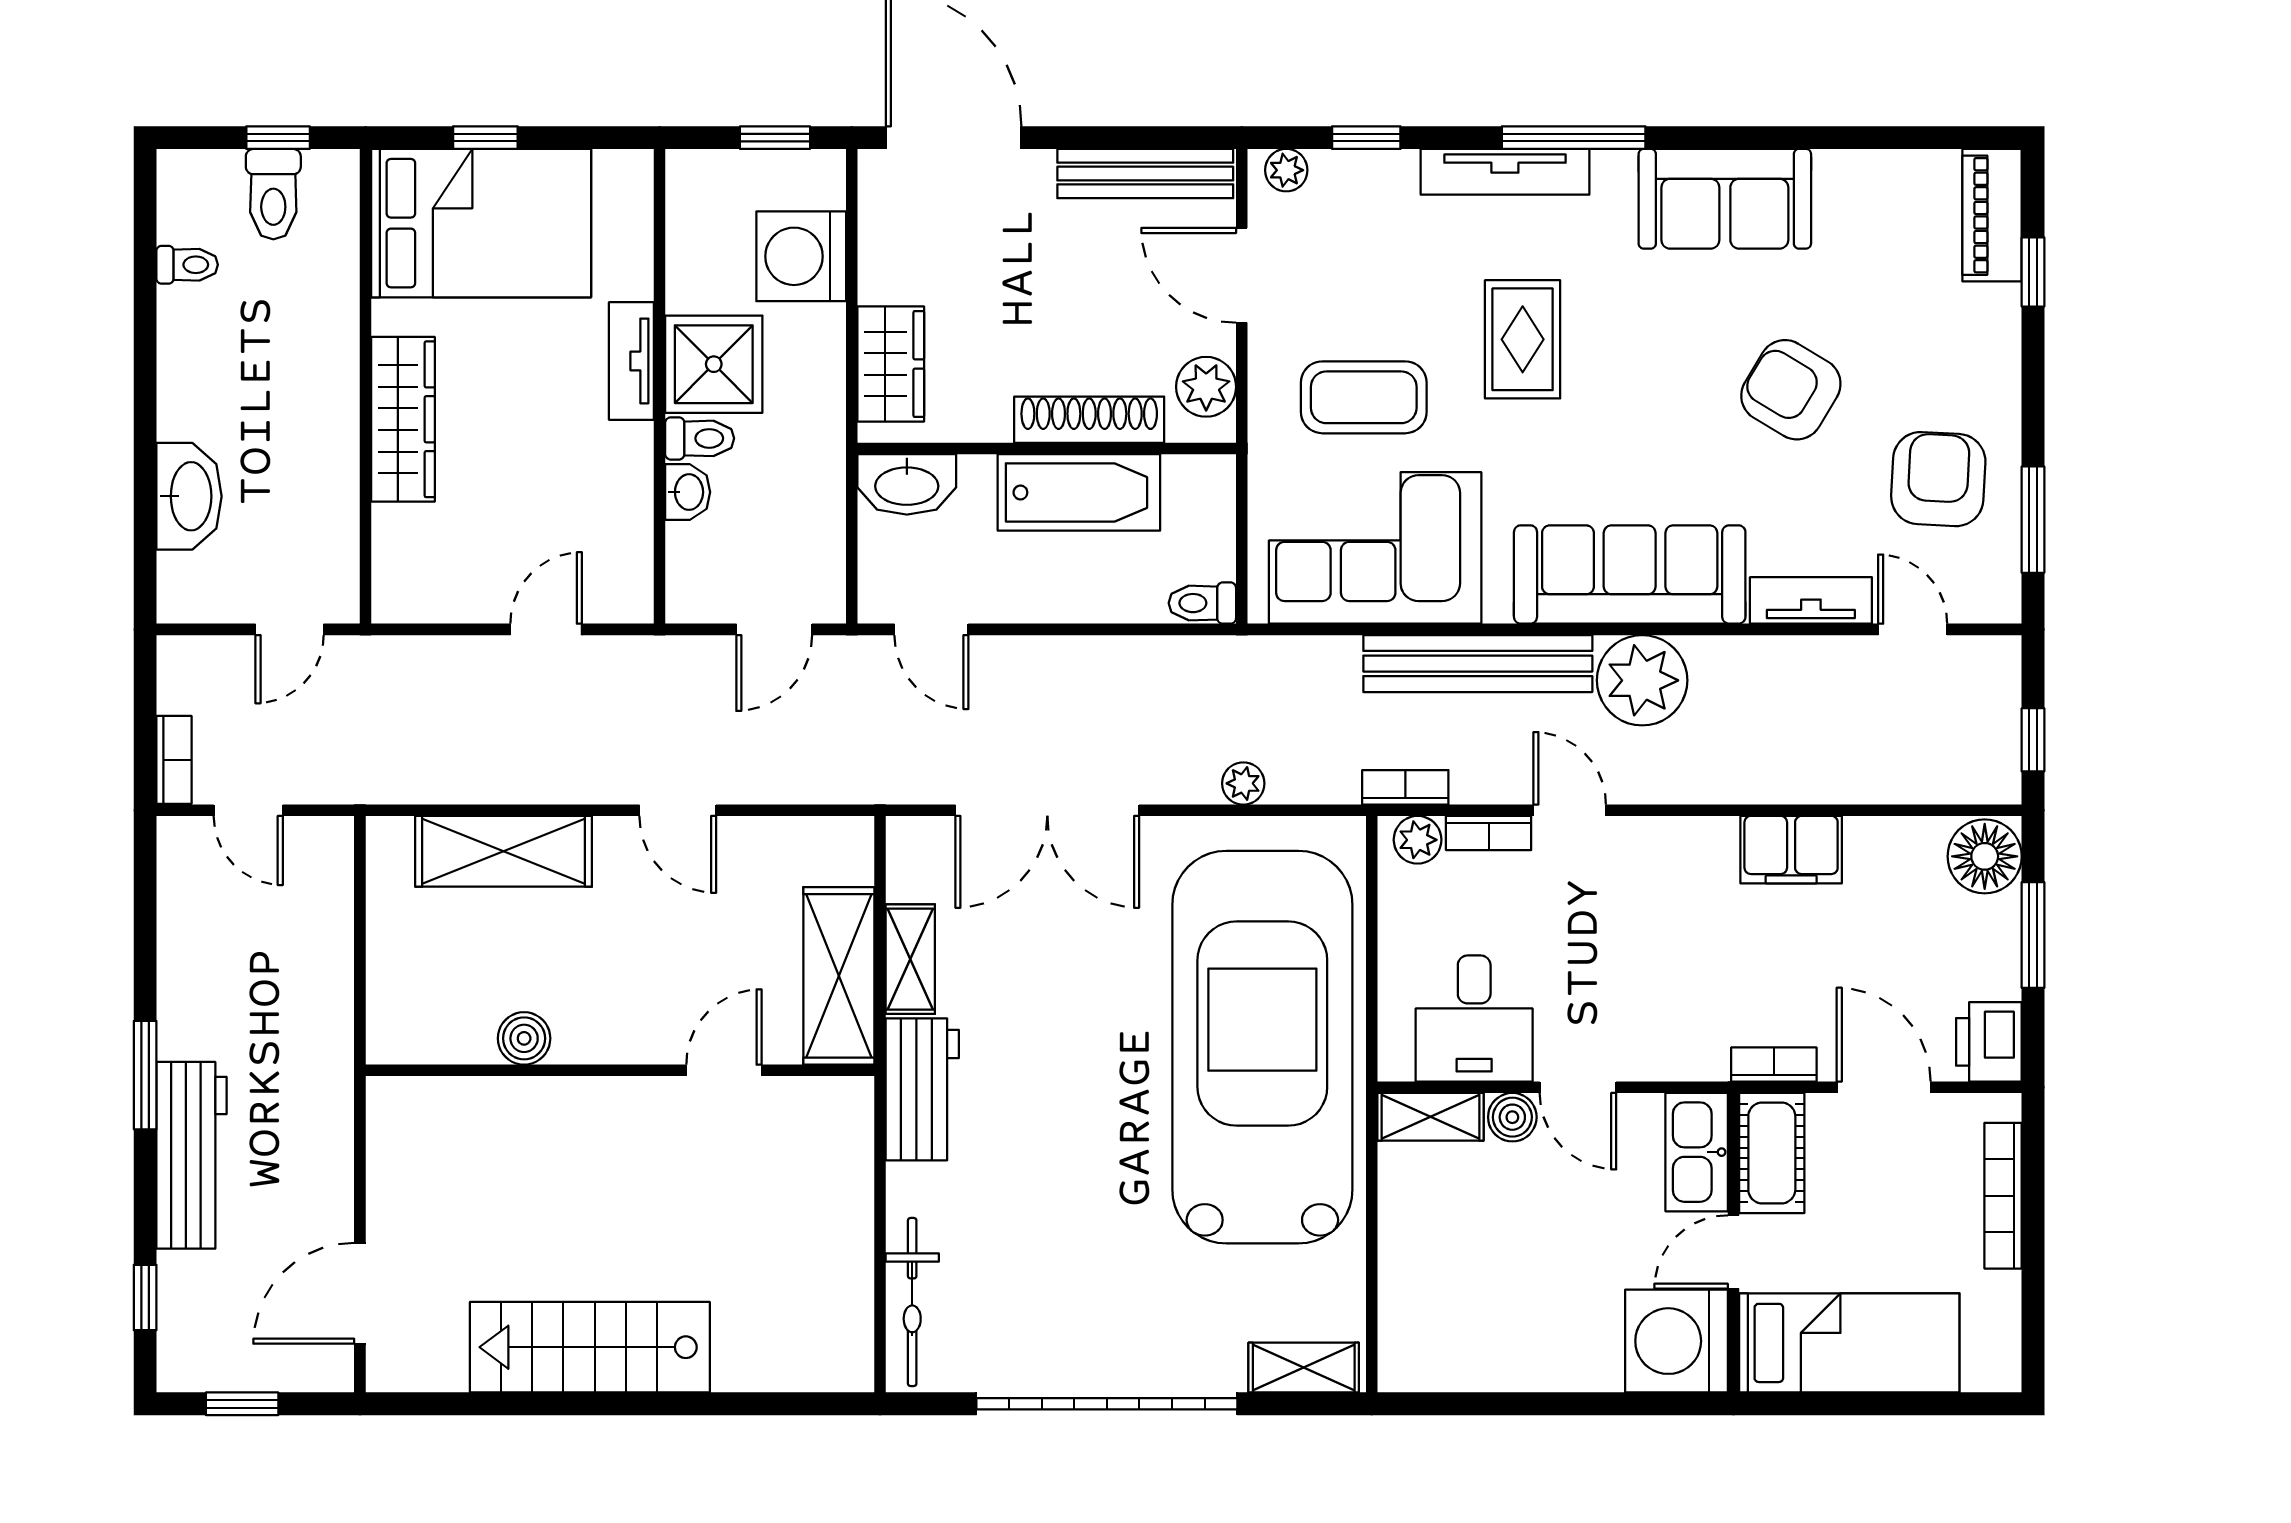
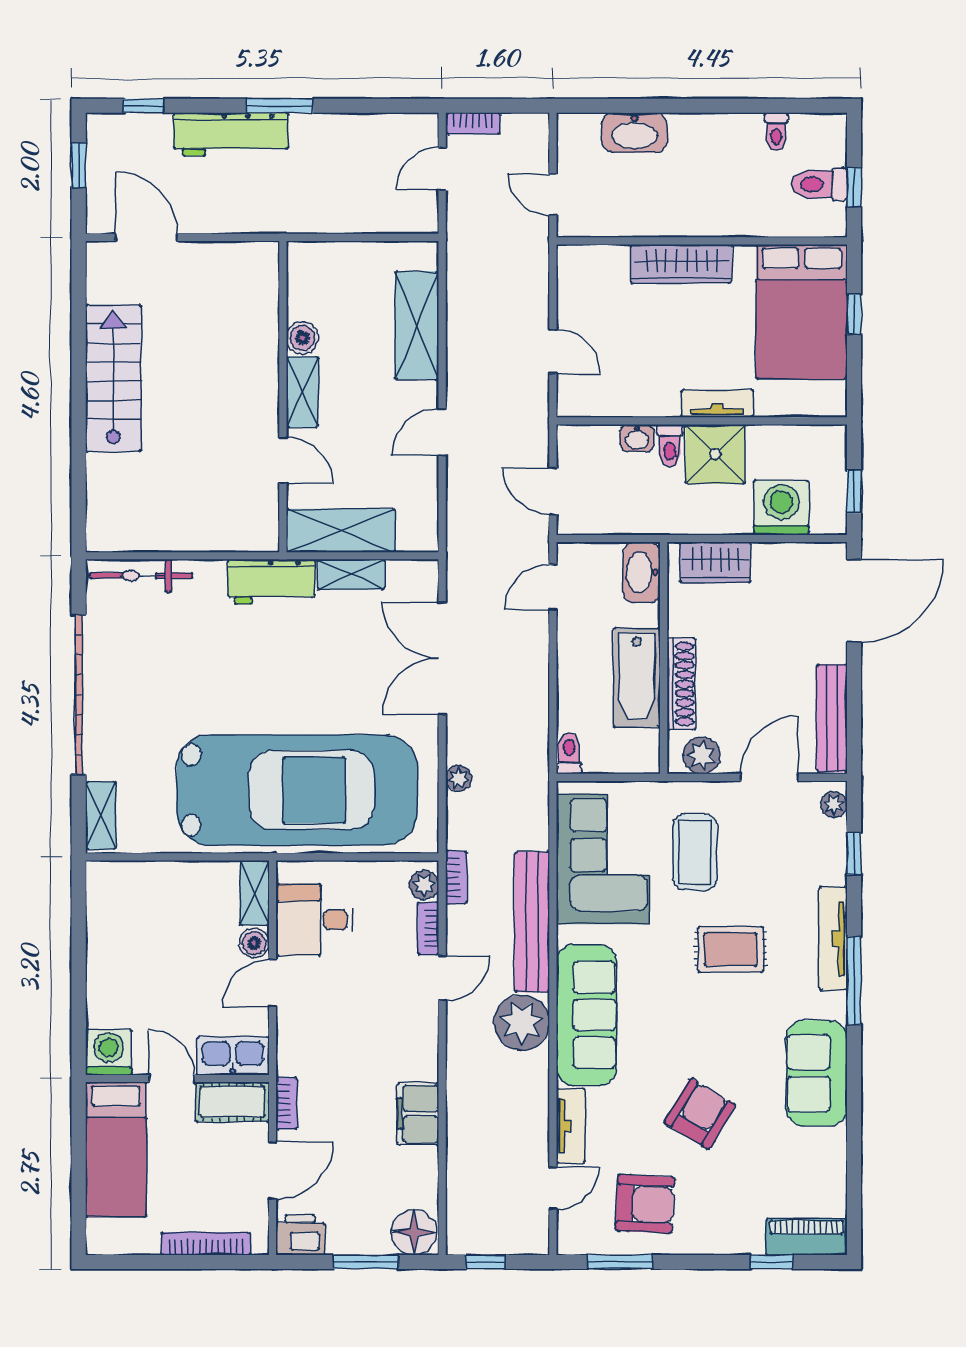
shelving: (612, 1039) -> (302, 392), added
washing machine: (1676, 1341) -> (109, 1052), width x0.73, depth x0.73

